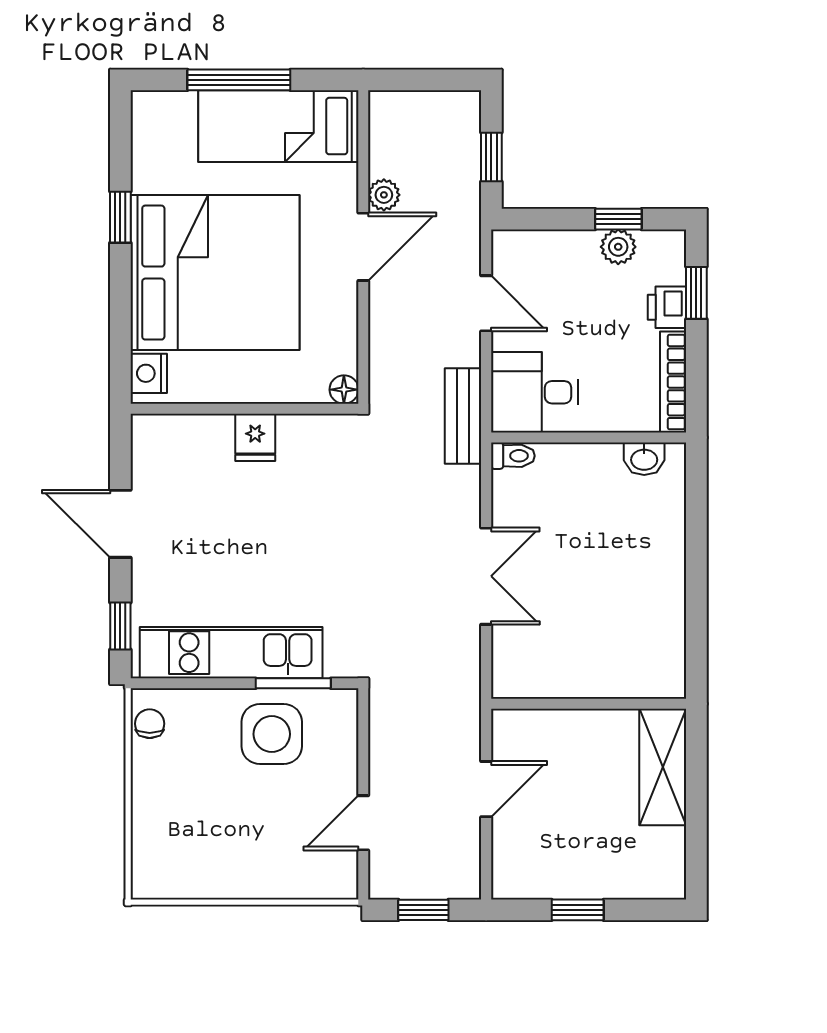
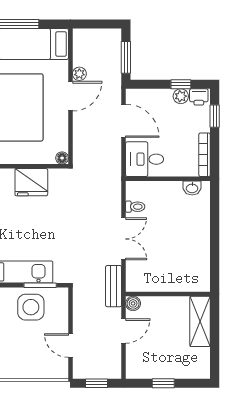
window: (491, 157) -> (126, 57), width x1.50
door: (486, 303) -> (124, 121), width x1.38
printer: (667, 307) -> (199, 97), moved, turned -90
bench: (463, 416) -> (114, 286), moved
fridge: (255, 437) -> (31, 182), width x1.88, depth x1.34
toilet: (513, 456) -> (135, 207), moved
boiler: (508, 726) -> (133, 303), added
door: (363, 823) -> (70, 346), hinge flipped

